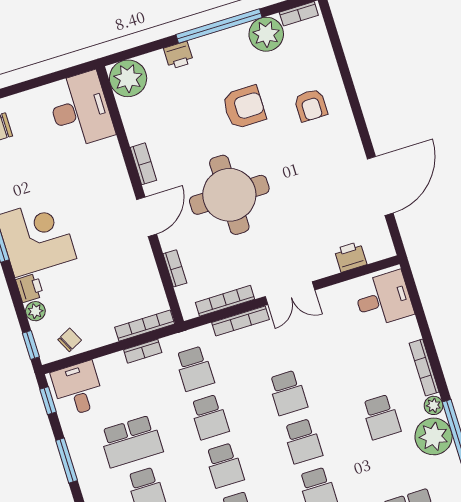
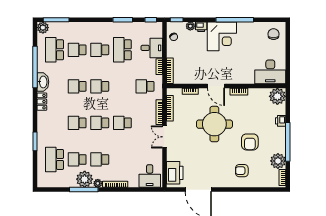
printer: (350, 257) -> (175, 173), width x1.87, depth x1.48
desk: (78, 389) -> (152, 48), moved
school desk: (209, 417) -> (77, 159), moved

